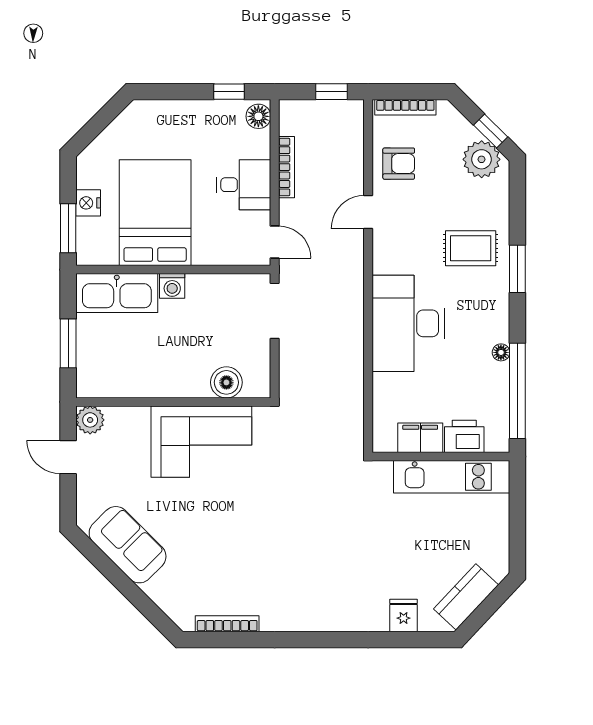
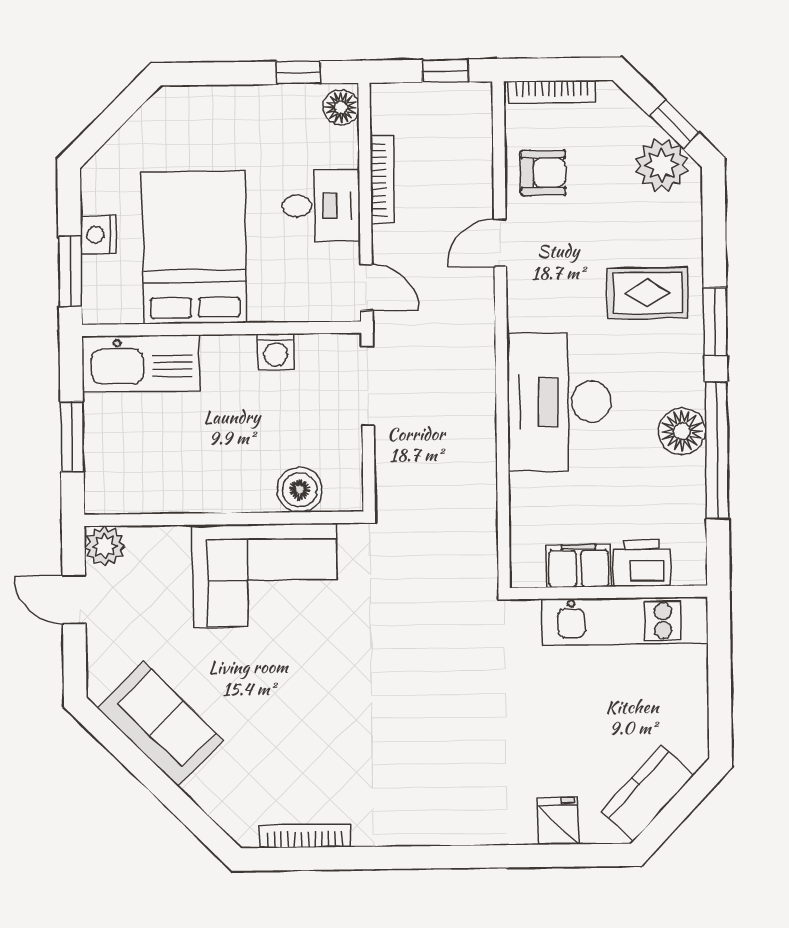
washing machine: (172, 286) -> (276, 352), moved
floor lamp: (501, 352) -> (682, 431), width x1.89, depth x1.89
window: (517, 391) -> (717, 450), moved

